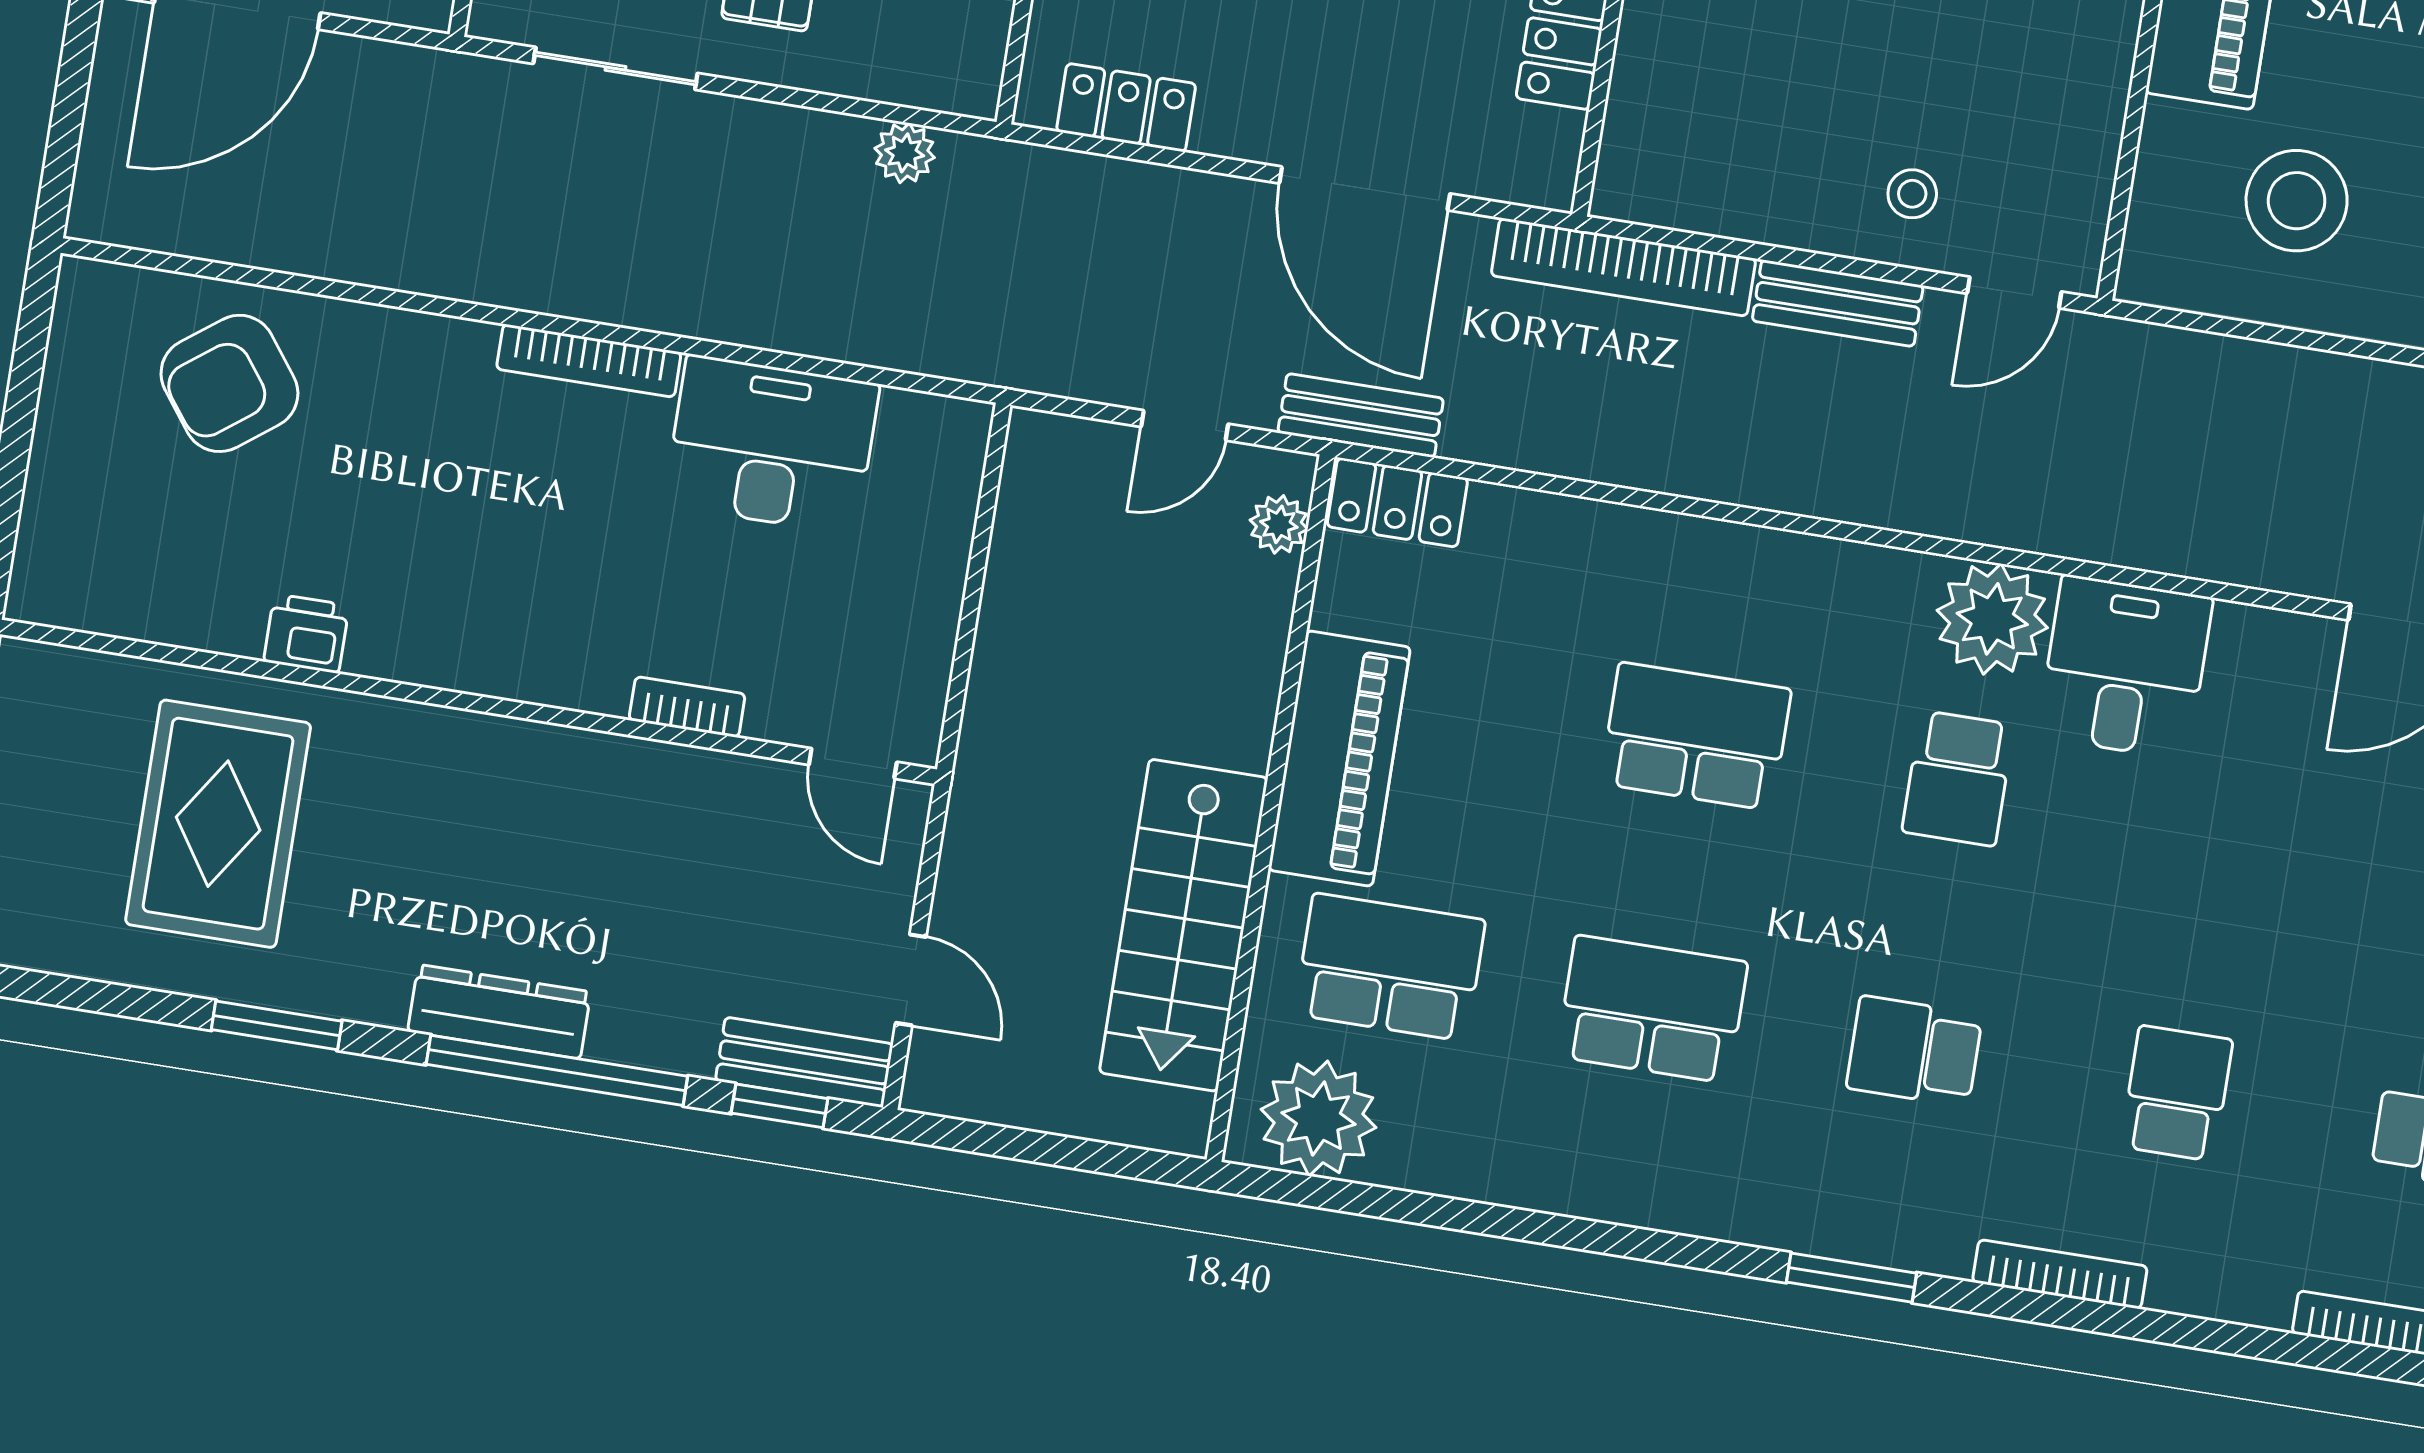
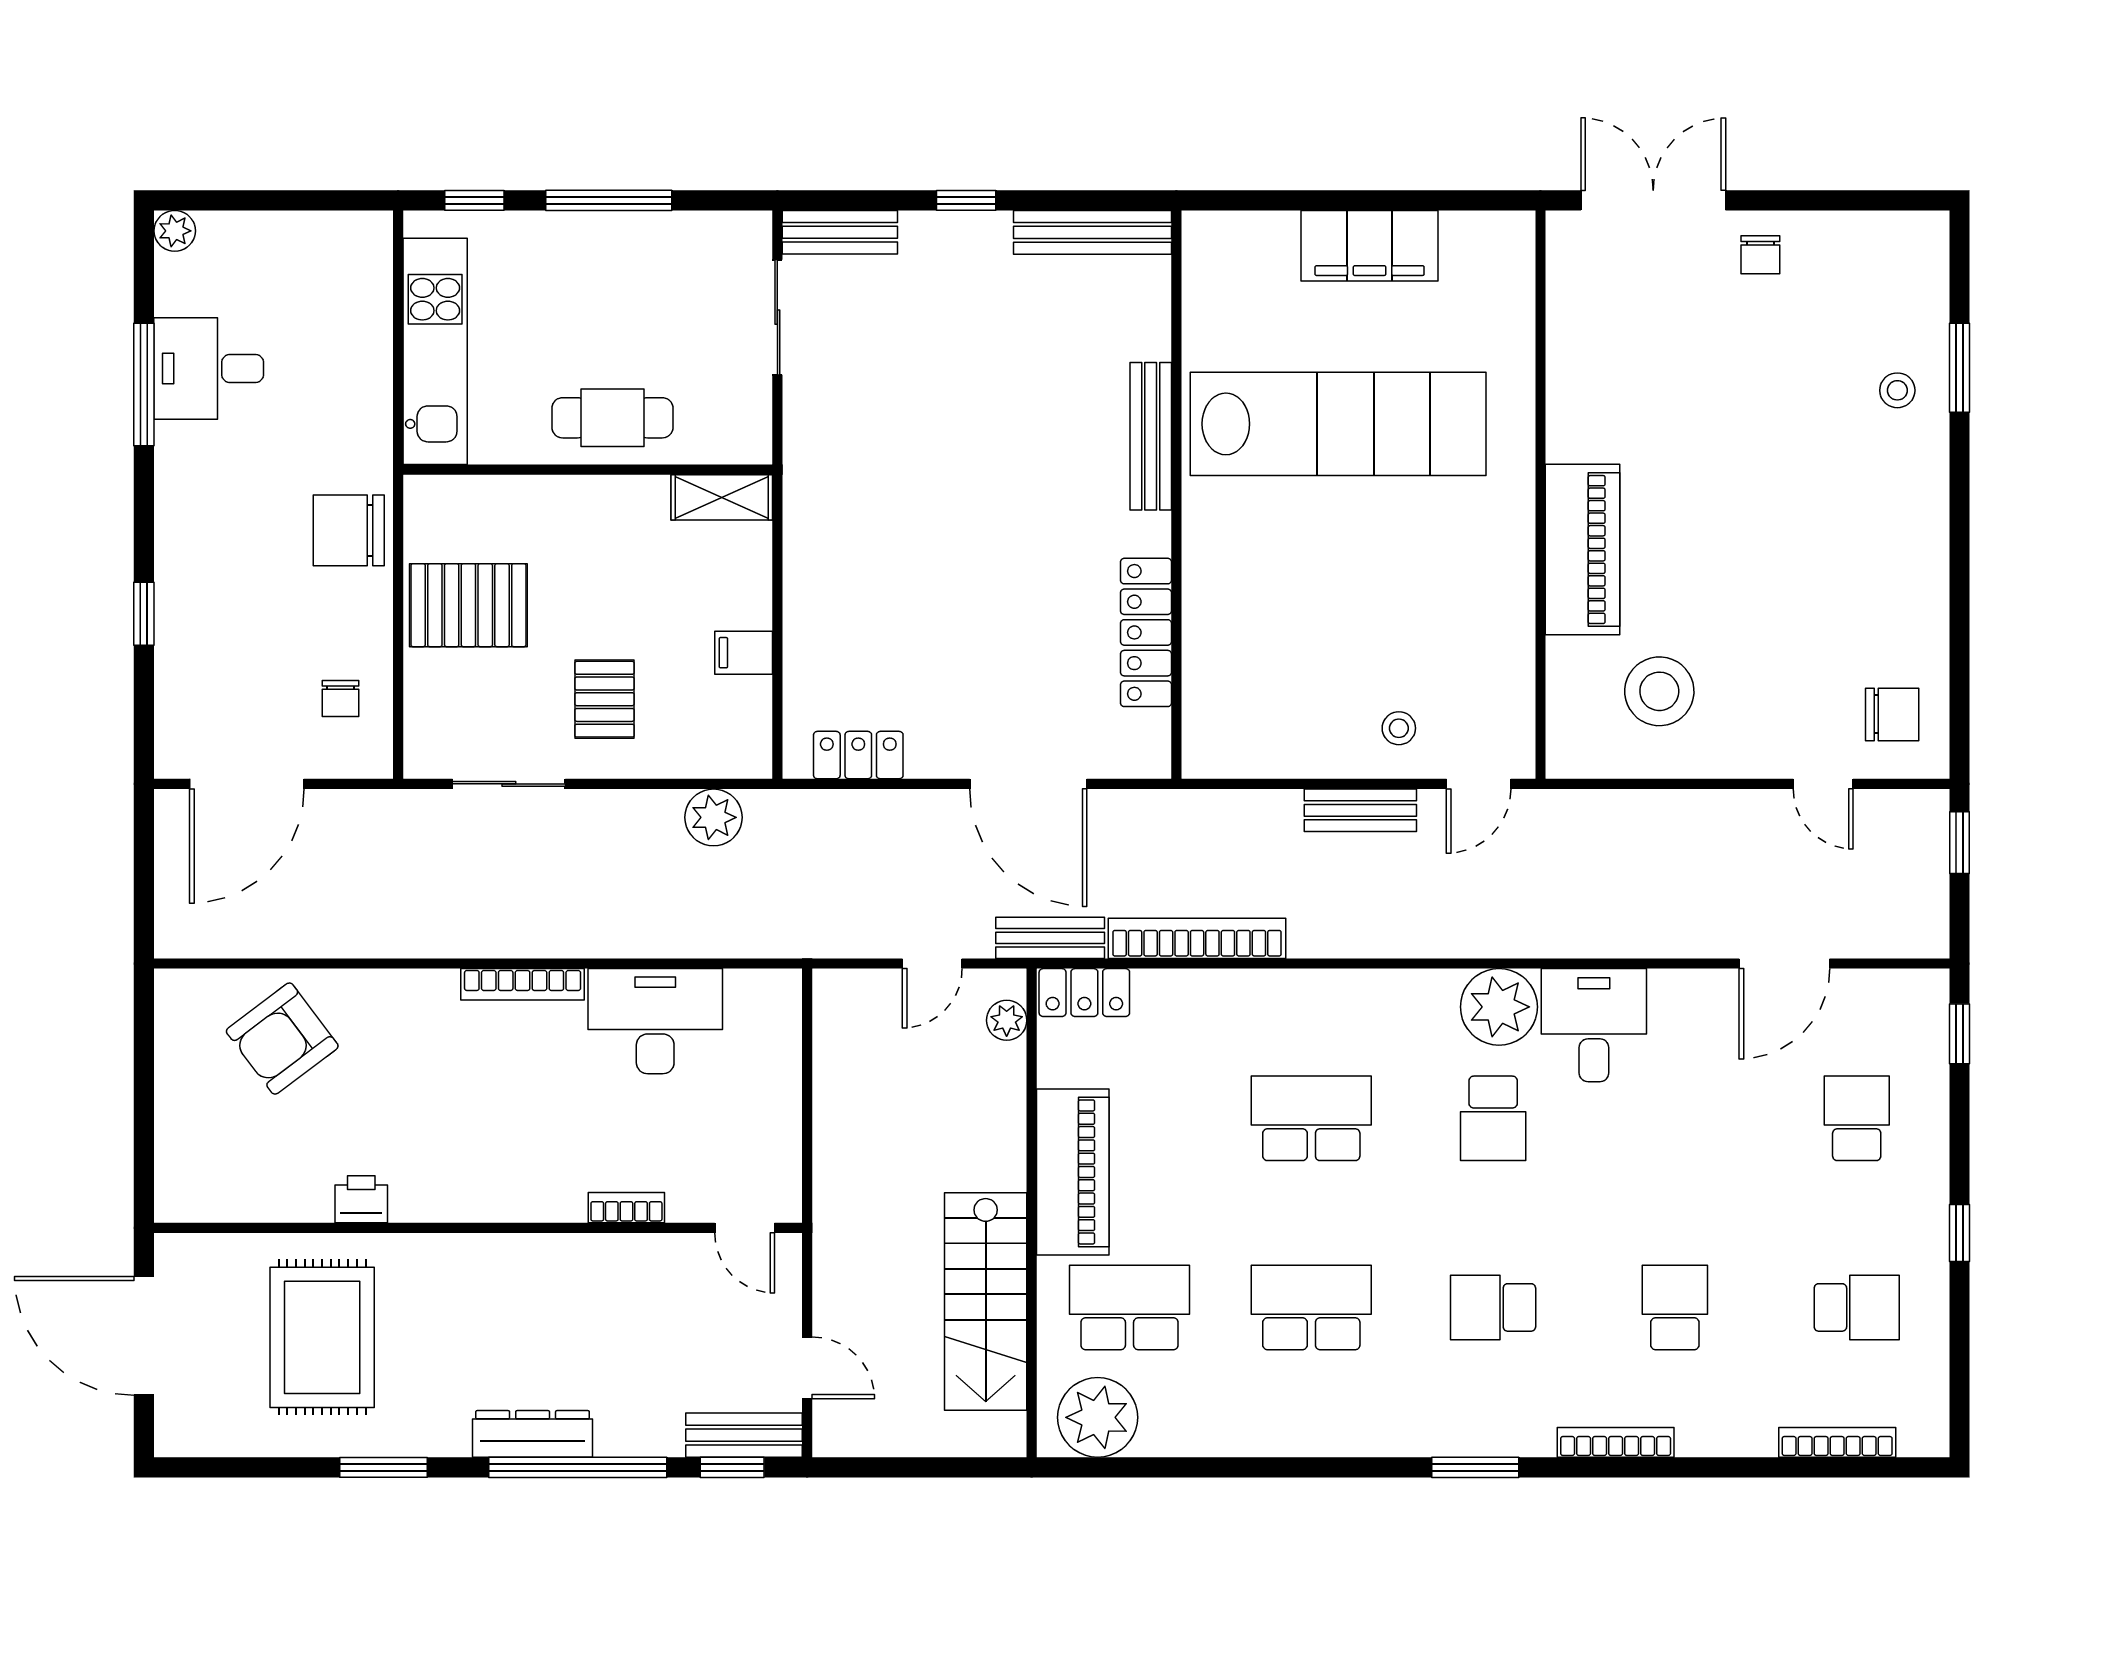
plant: (905, 153) -> (714, 817), width x1.38, depth x1.38
bookcase: (1623, 267) -> (1197, 938), moved, turned 180

